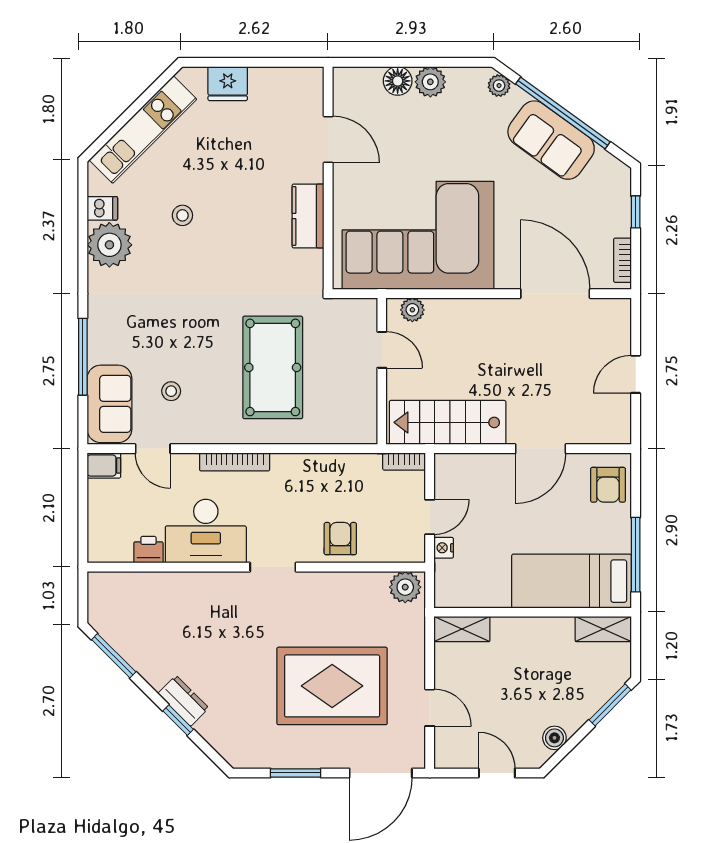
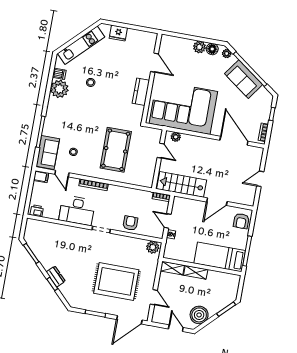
floor lamp: (398, 81) -> (212, 49), moved
door: (430, 517) -> (168, 221), swing flipped
printer: (148, 550) -> (37, 211), moved
shelving: (603, 629) -> (196, 272), moved
boiler: (554, 738) -> (199, 315), width x1.86, depth x1.86

